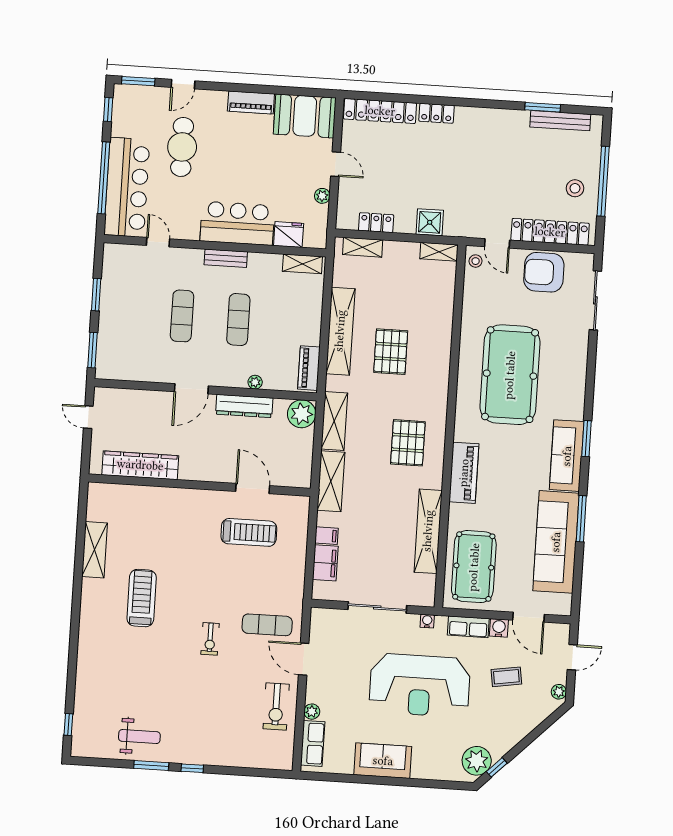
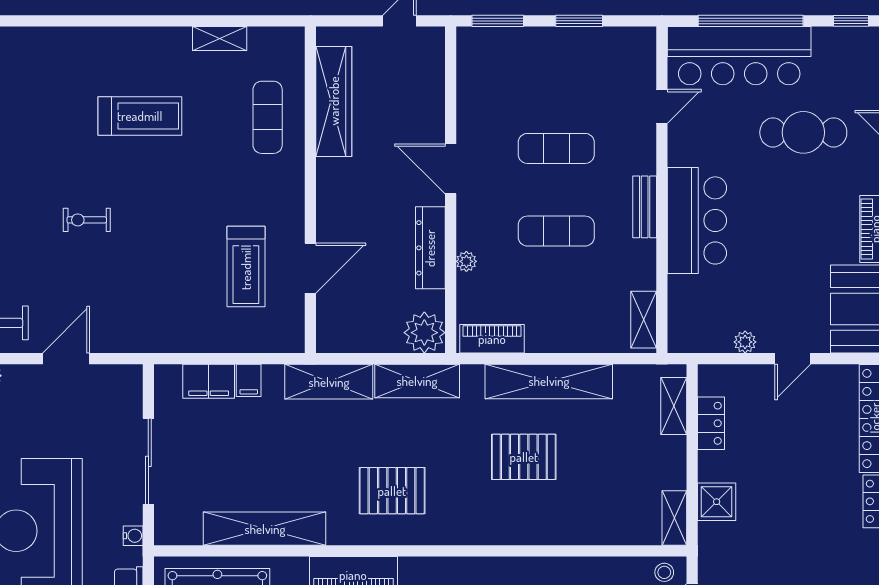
fridge: (289, 235) -> (685, 297), removed
shelving: (95, 550) -> (220, 38), width x0.67, depth x0.75
exercise mat: (267, 625) -> (268, 117), moved

